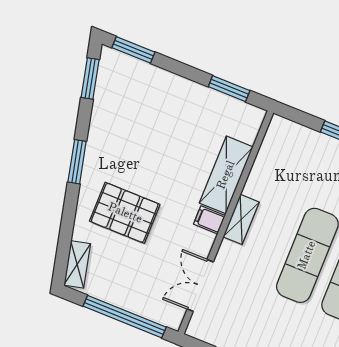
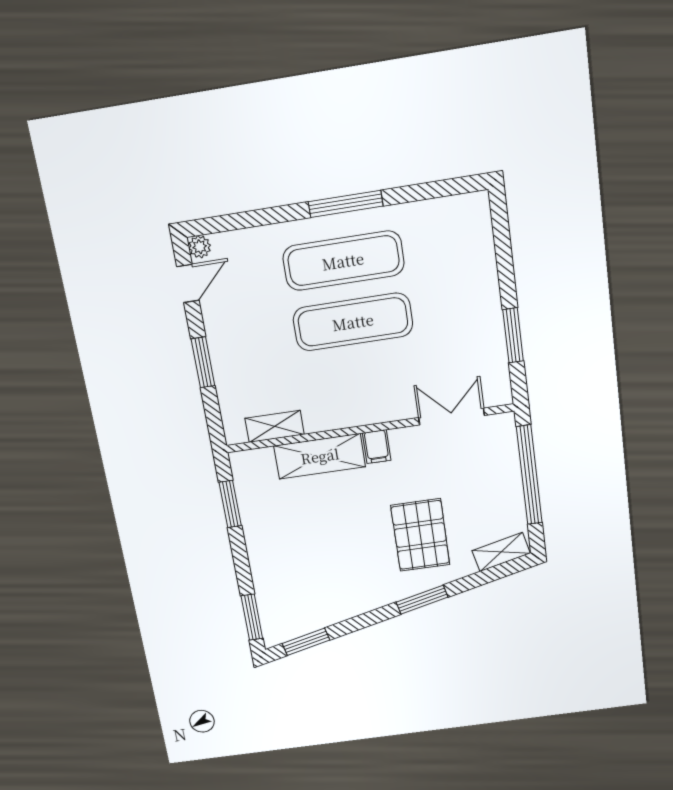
window: (77, 162) -> (422, 600), moved
shelving: (241, 219) -> (275, 426), moved
double door: (200, 285) -> (451, 416), swing flipped

